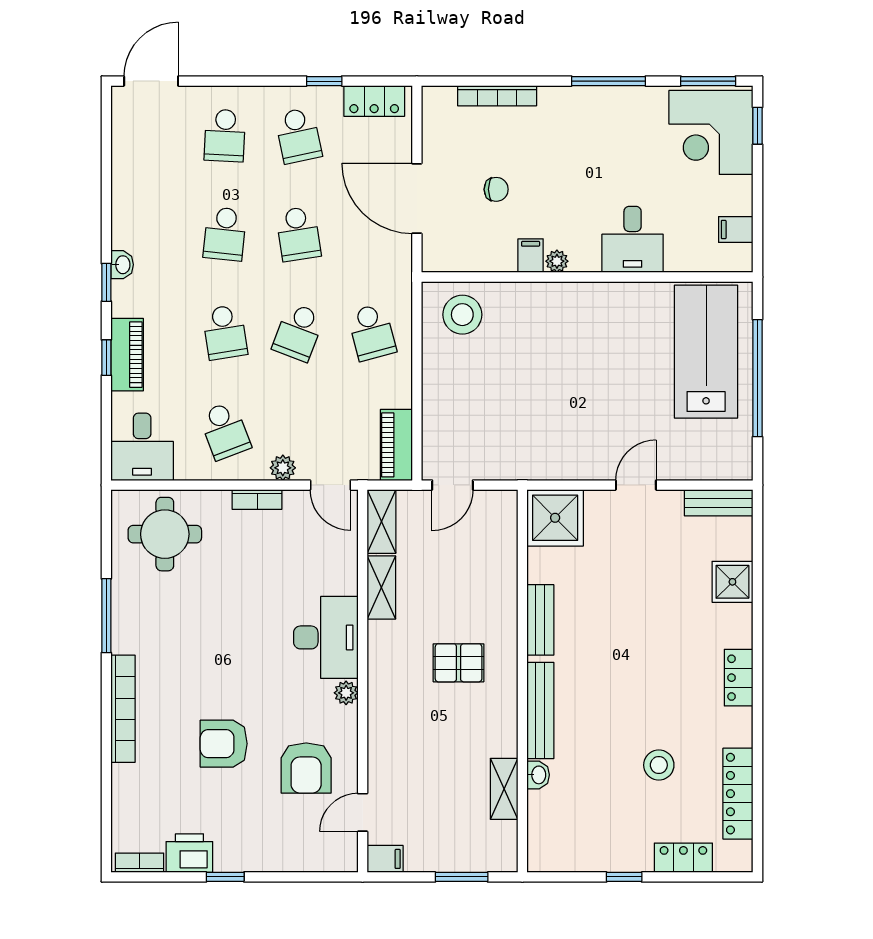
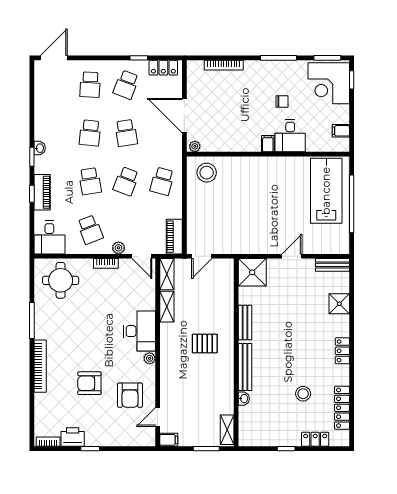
school desk: (298, 135) -> (126, 85), turned 33
chair: (496, 189) -> (282, 102), moved
filing cabinet: (531, 256) -> (268, 144), moved
plant: (557, 261) -> (195, 146), moved
school desk: (372, 332) -> (162, 181), turned 30
shelving: (504, 789) -> (227, 430), moved

